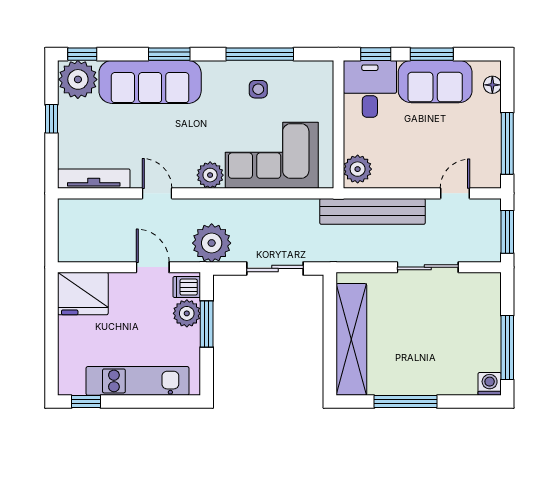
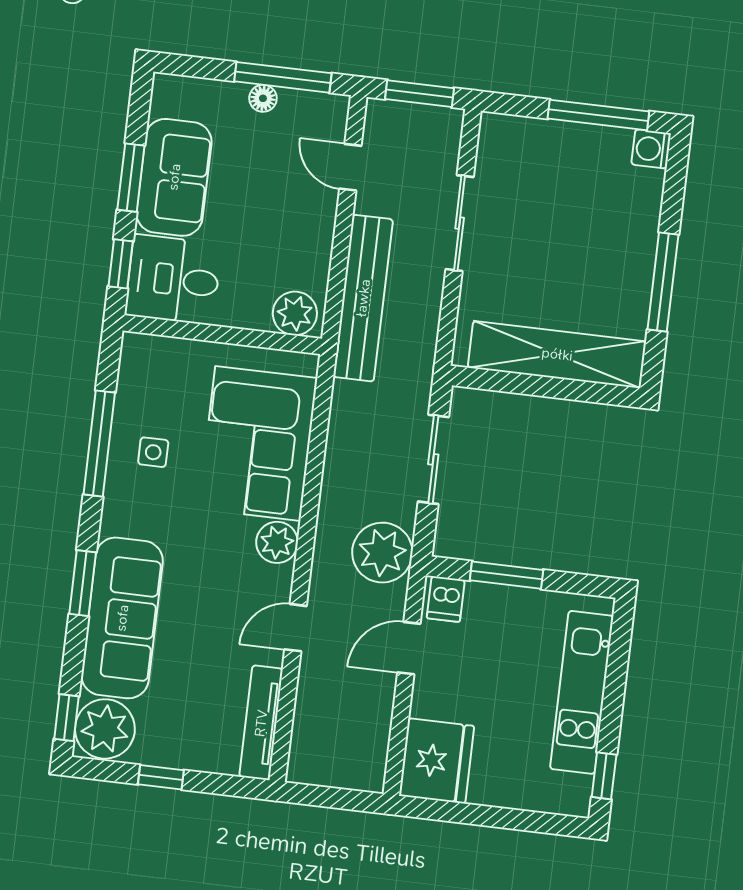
floor lamp: (492, 85) -> (263, 98), moved
plant: (187, 313) -> (486, 604), removed

